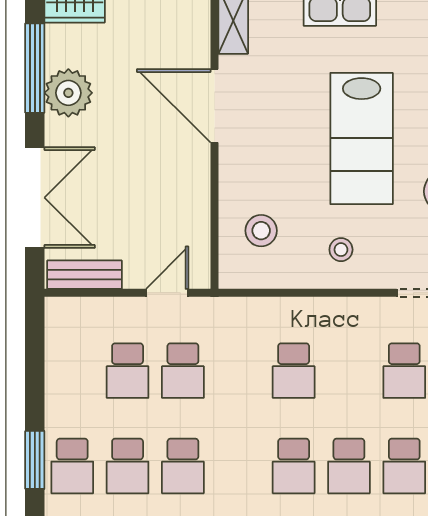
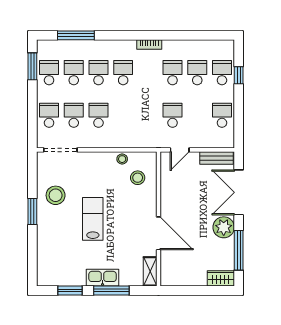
plant: (68, 93) -> (224, 227), moved
lab bench: (362, 138) -> (93, 219), width x0.73, depth x0.72
stool: (341, 250) -> (122, 159), moved
school desk: (128, 371) -> (222, 115), moved
school desk: (294, 371) -> (98, 115), moved
window: (35, 460) -> (239, 75), width x0.67

